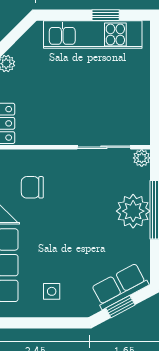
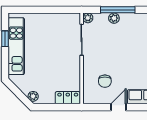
plant: (133, 211) -> (114, 18), width x0.53, depth x0.53

